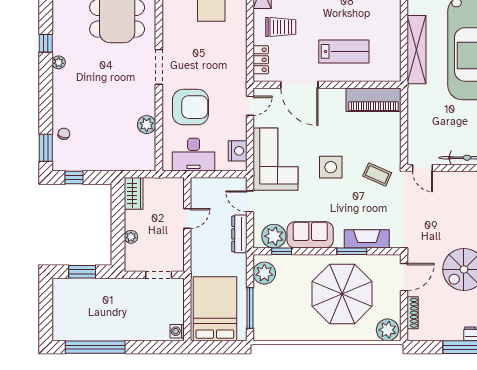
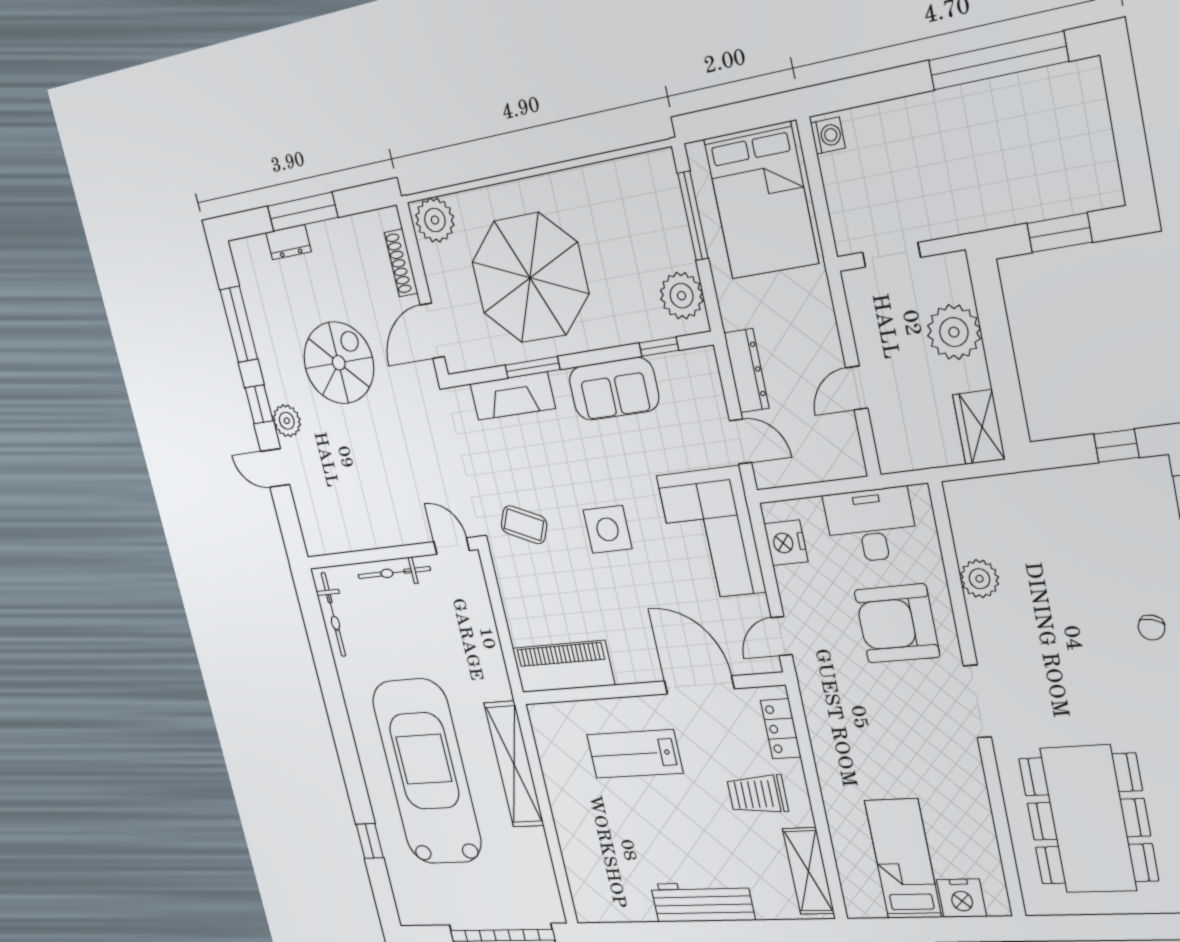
chair: (64, 134) -> (1152, 628), moved
plant: (274, 236) -> (680, 376), removed
plant: (131, 237) -> (954, 332), width x1.88, depth x1.88

